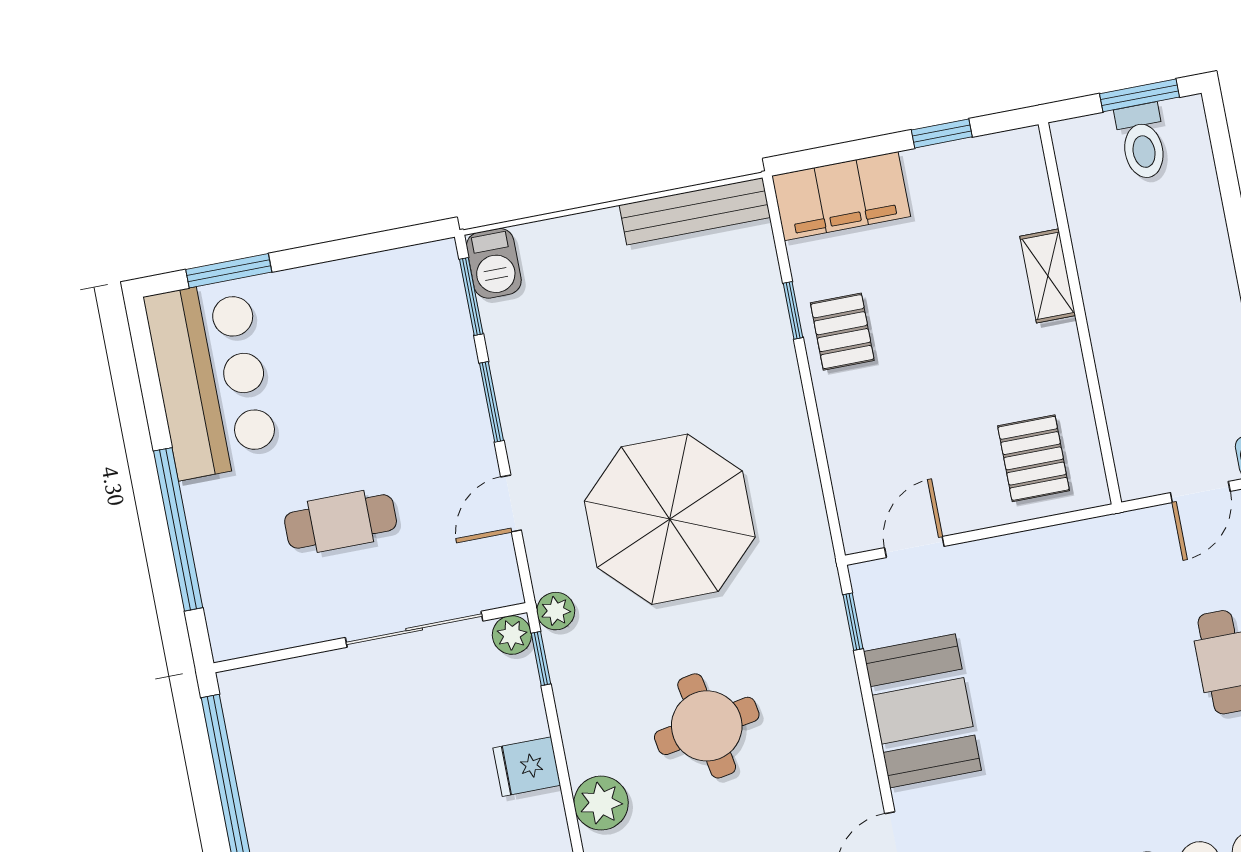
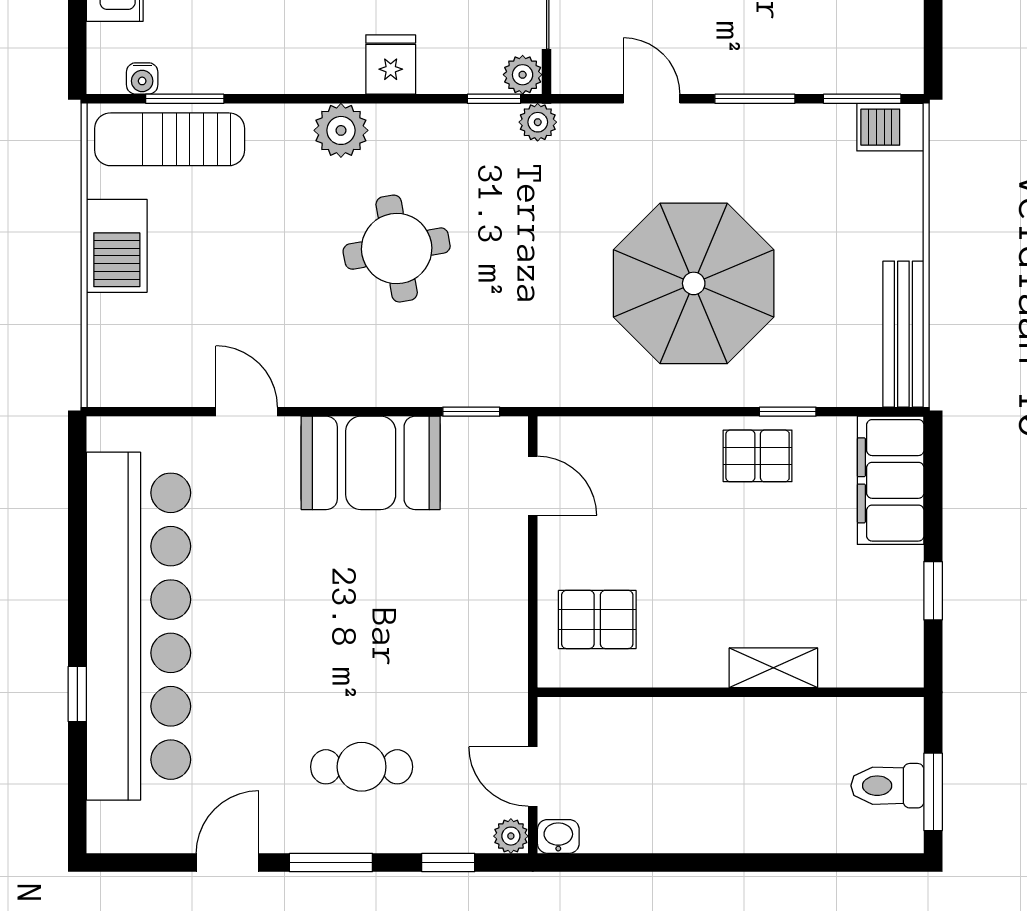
parasol: (670, 519) -> (694, 283), moved

